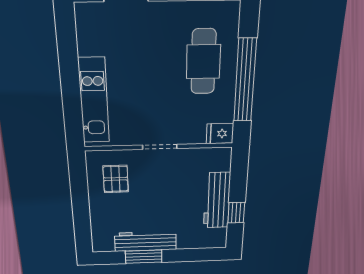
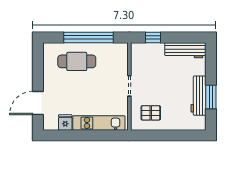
fridge: (220, 134) -> (65, 122), moved, turned 180
workbench: (217, 201) -> (185, 50), moved
window: (236, 213) -> (153, 37), moved

